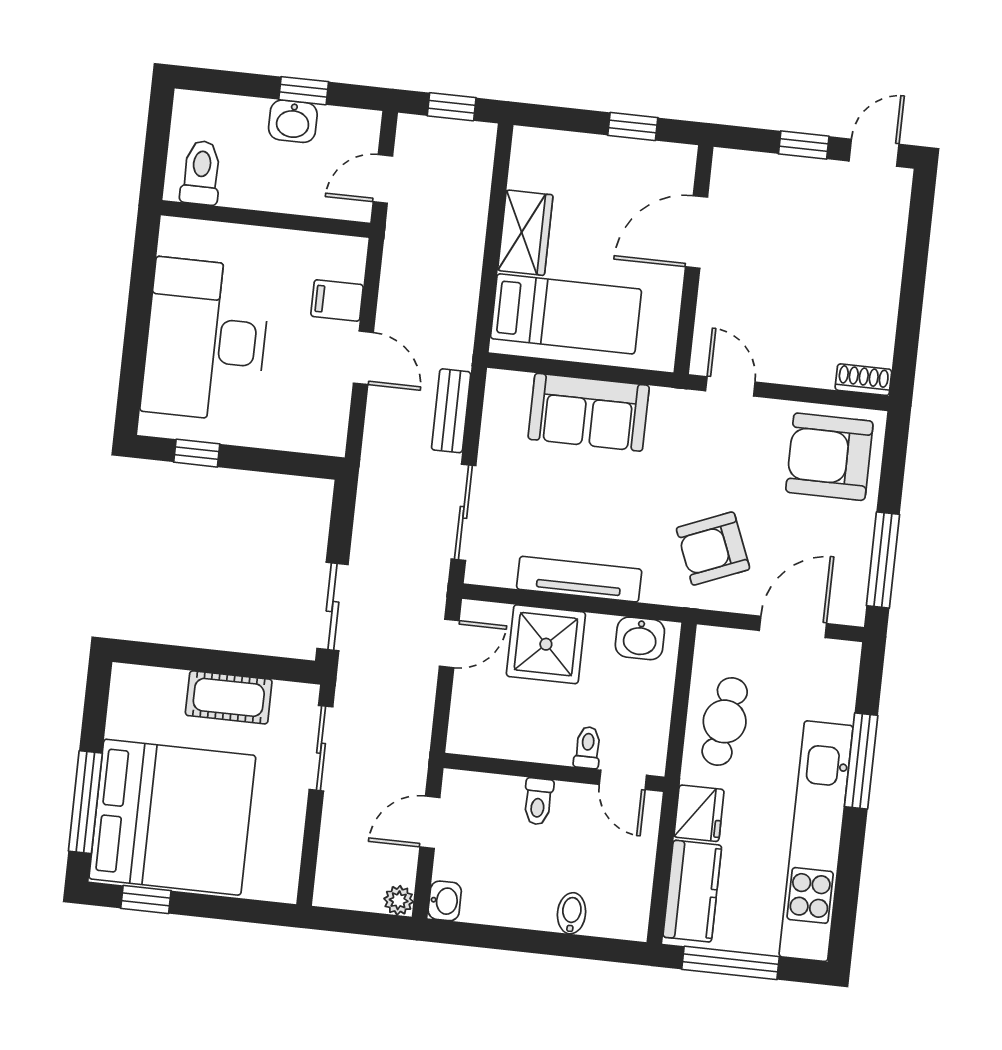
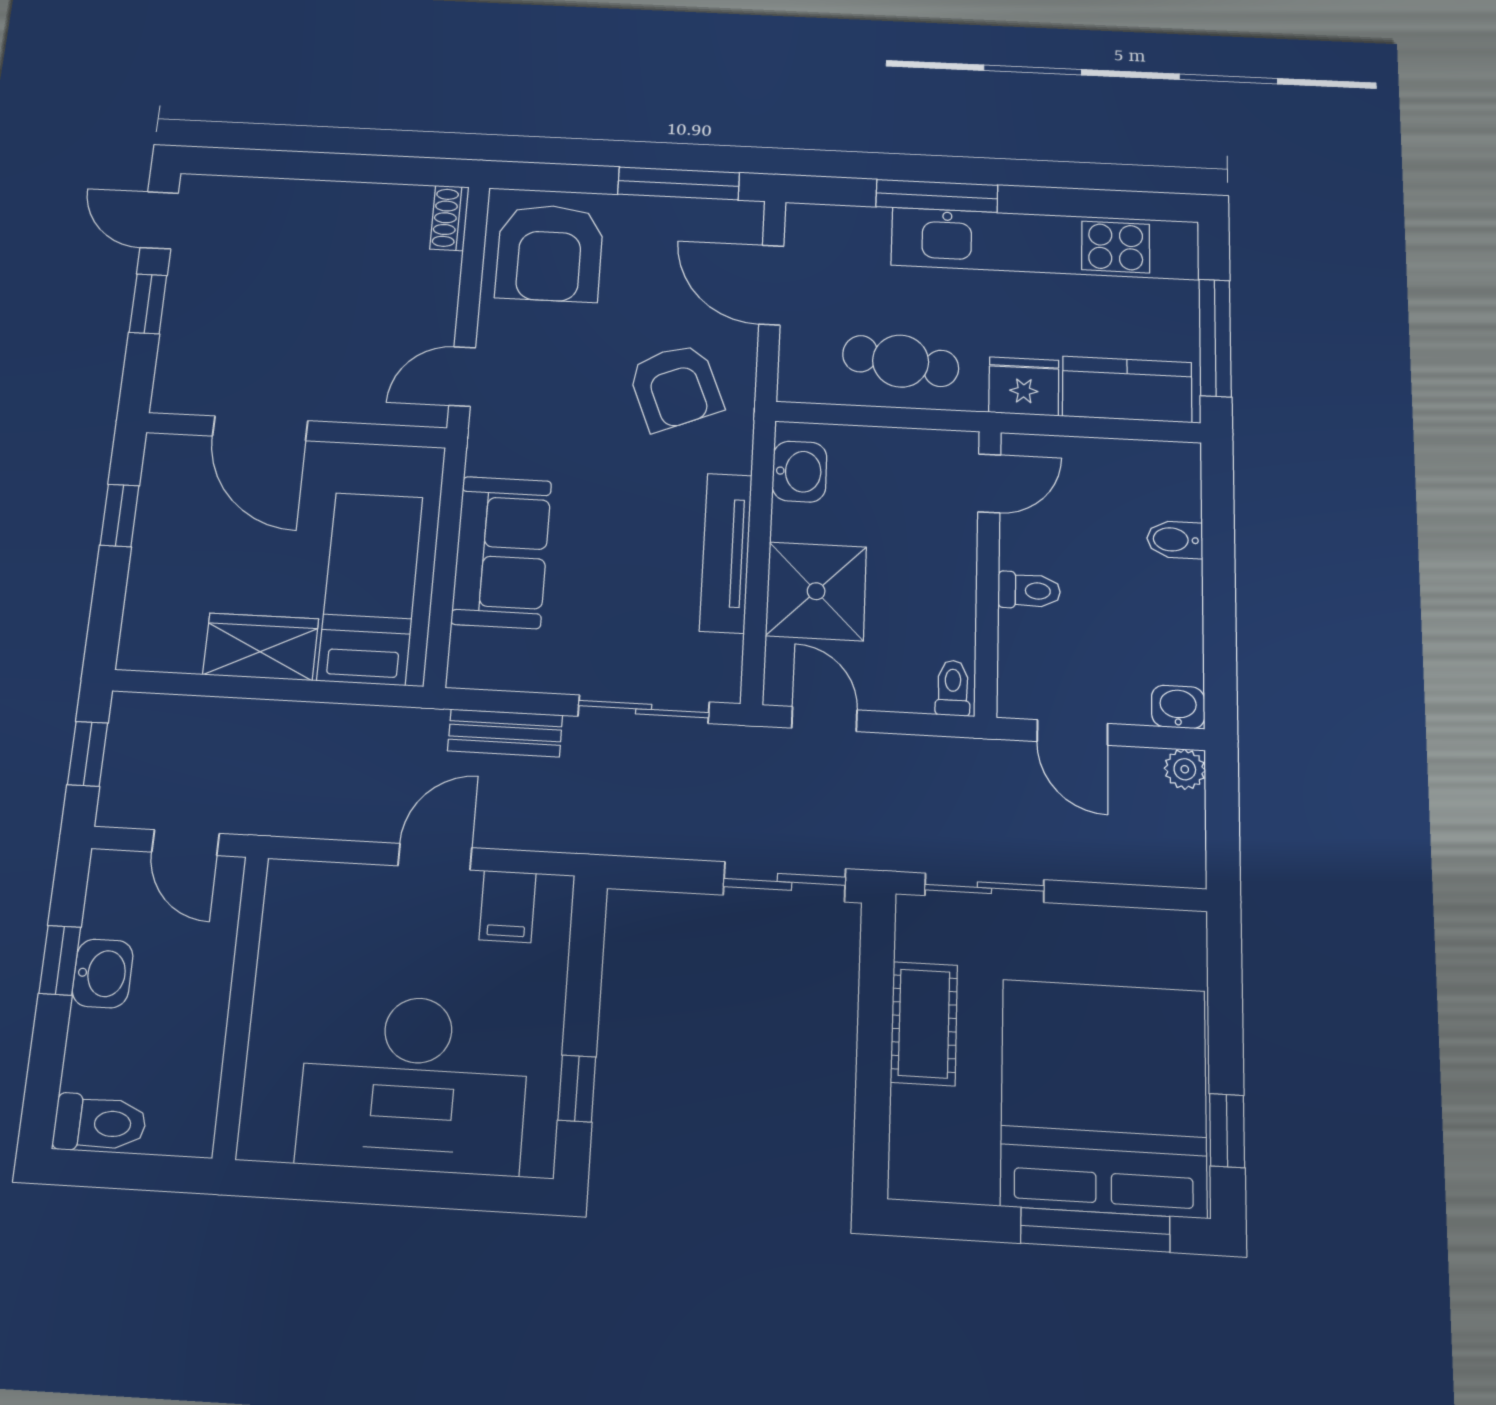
toilet: (201, 173) -> (100, 1123), moved, turned 180
filing cabinet: (337, 300) -> (508, 906), moved
toilet: (588, 748) -> (953, 688), moved, turned 90

